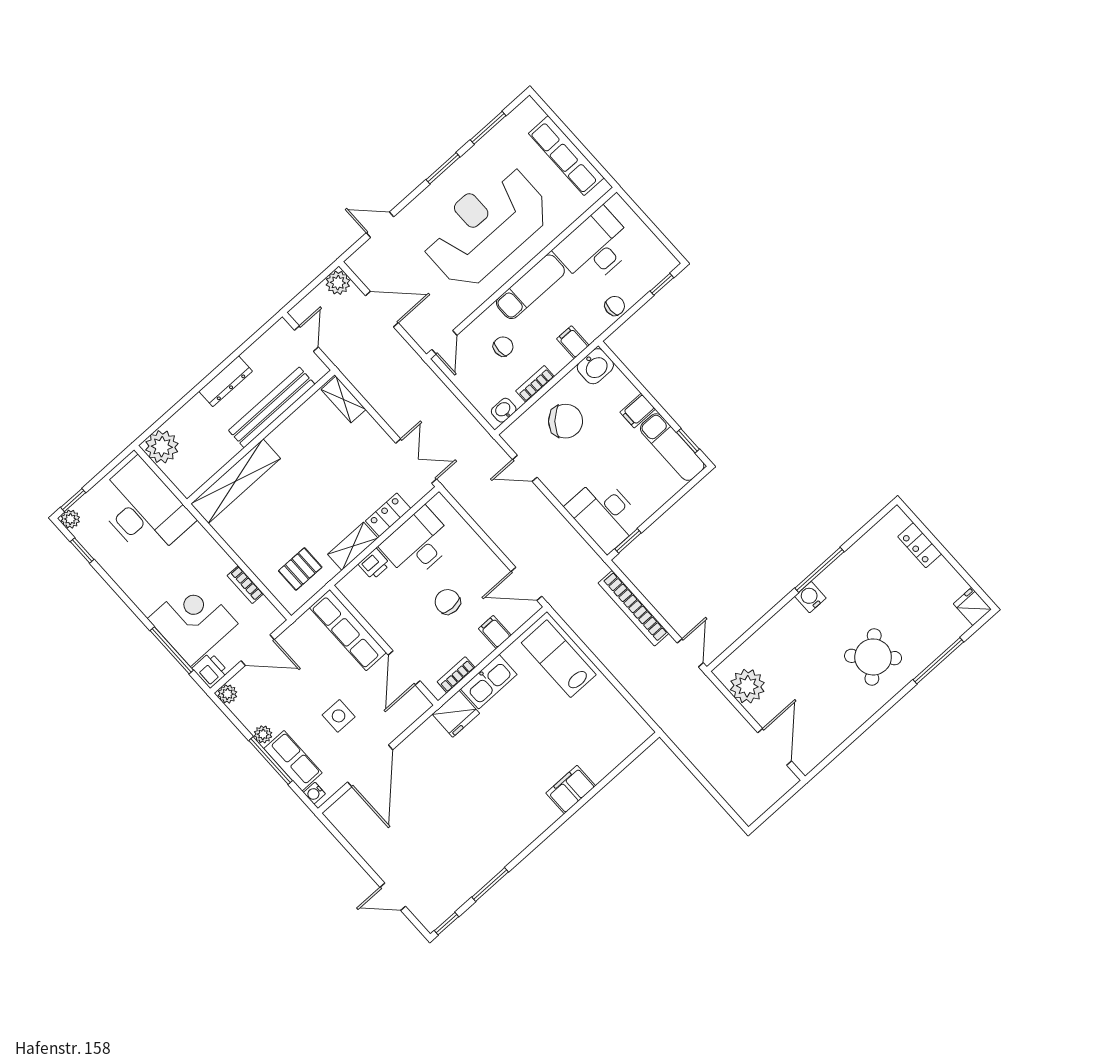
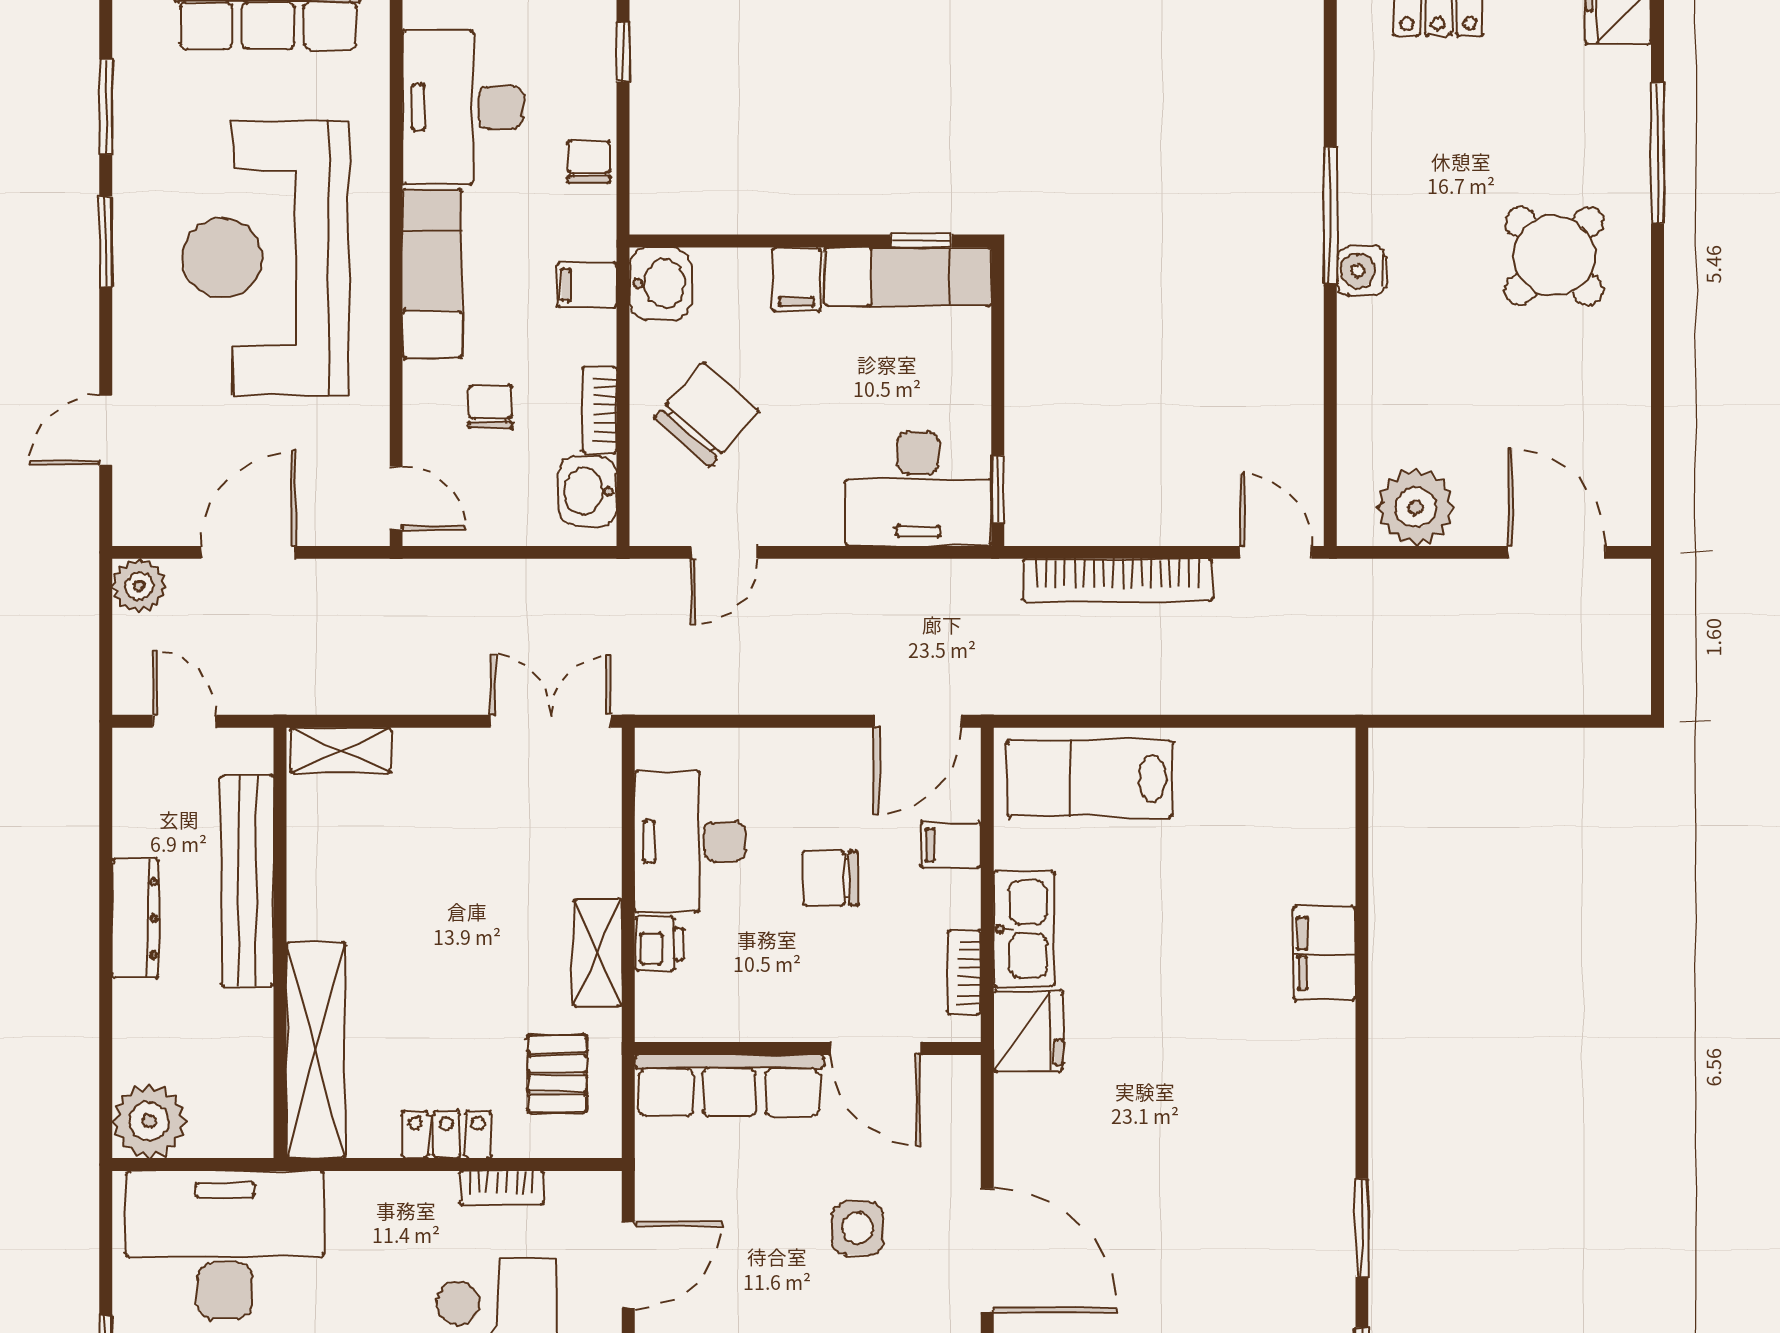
washbasin: (504, 410) -> (588, 491), width x1.38, depth x1.45
locker: (388, 515) -> (447, 1134), moved, turned 90

